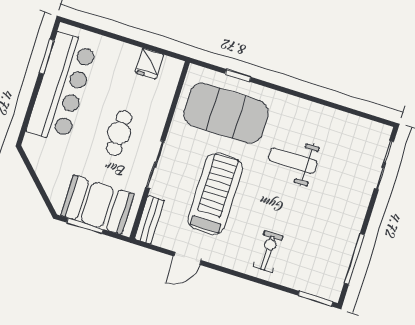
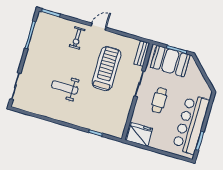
fridge: (149, 64) -> (139, 134), width x1.88, depth x1.34
exercise mat: (226, 113) -> (102, 112), removed
weight bench: (293, 161) -> (65, 87), turned 180
treadmill: (215, 194) -> (106, 68), turned 180
door: (187, 258) -> (99, 27), moved

